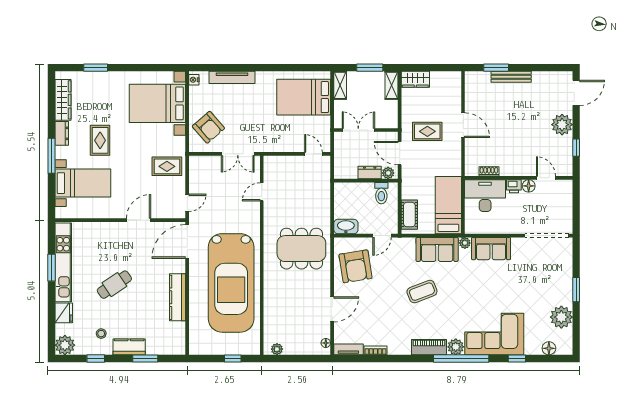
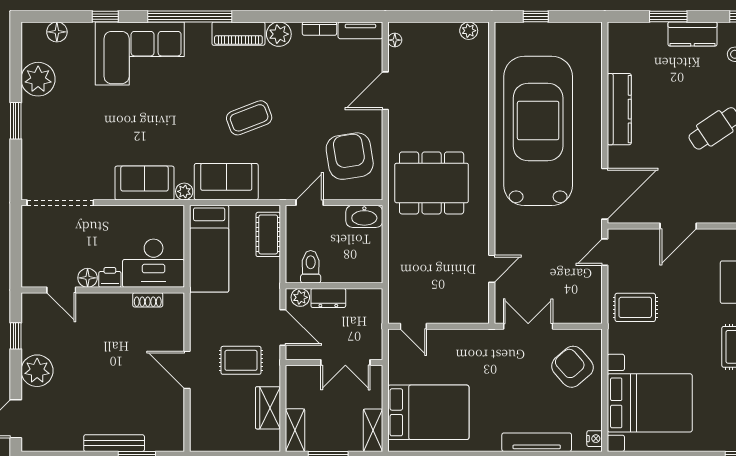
wardrobe: (415, 79) -> (268, 408), moved, turned -90
plant: (456, 347) -> (279, 34), moved

